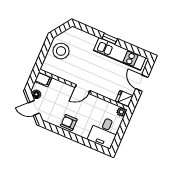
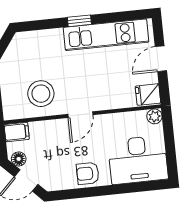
stool: (61, 51) -> (41, 94), moved
door: (142, 83) -> (161, 59), hinge flipped
desk: (104, 132) -> (138, 160), width x1.37

